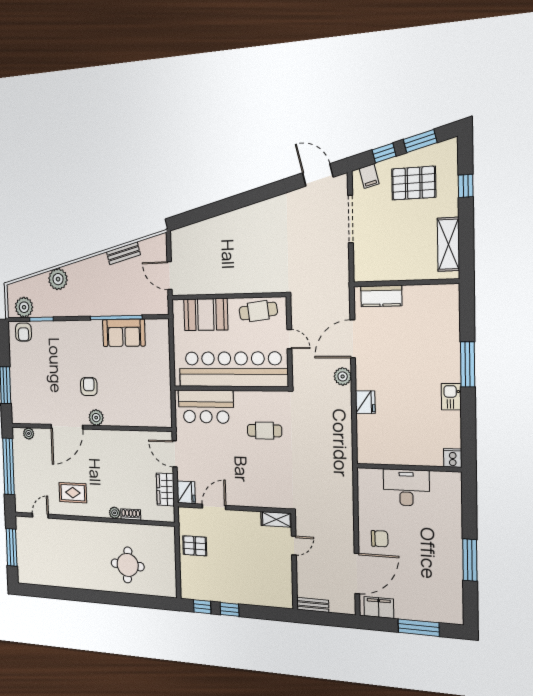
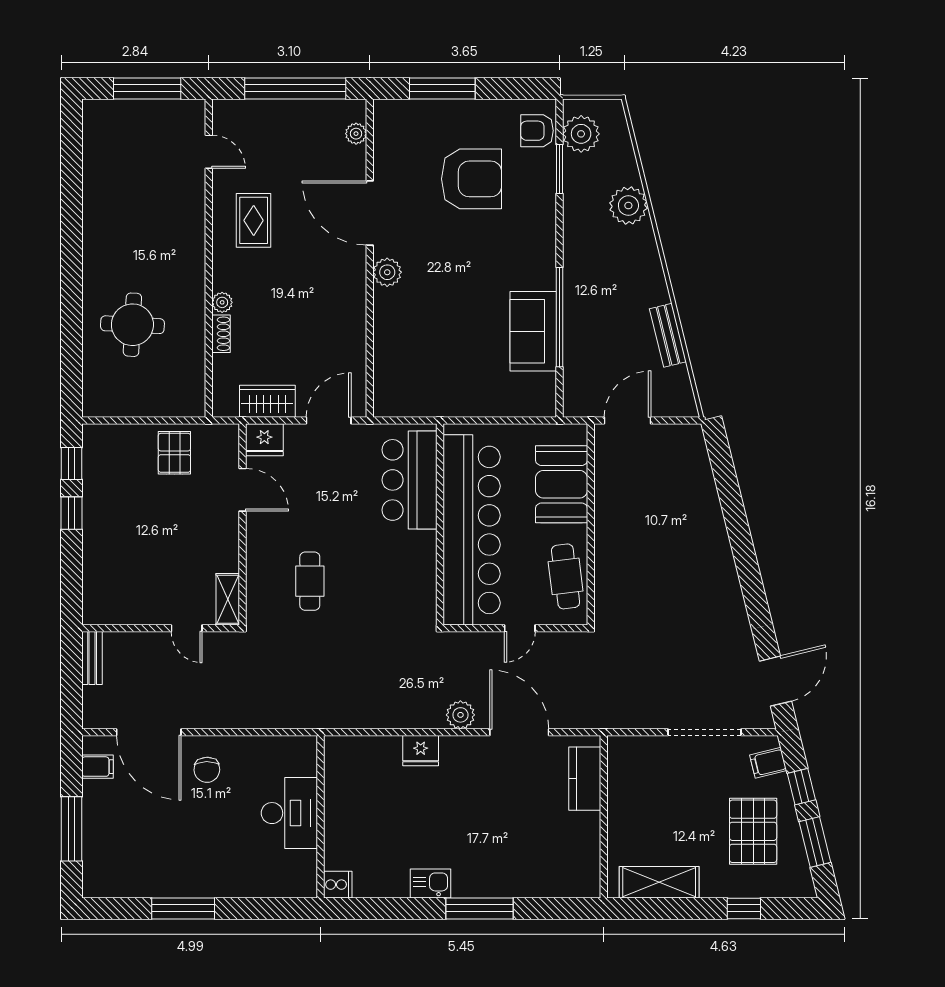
armchair: (89, 387) -> (472, 179), moved, width x1.88, depth x1.88
cafe table: (265, 431) -> (310, 581), moved
filing cabinet: (379, 607) -> (98, 767), width x0.50

